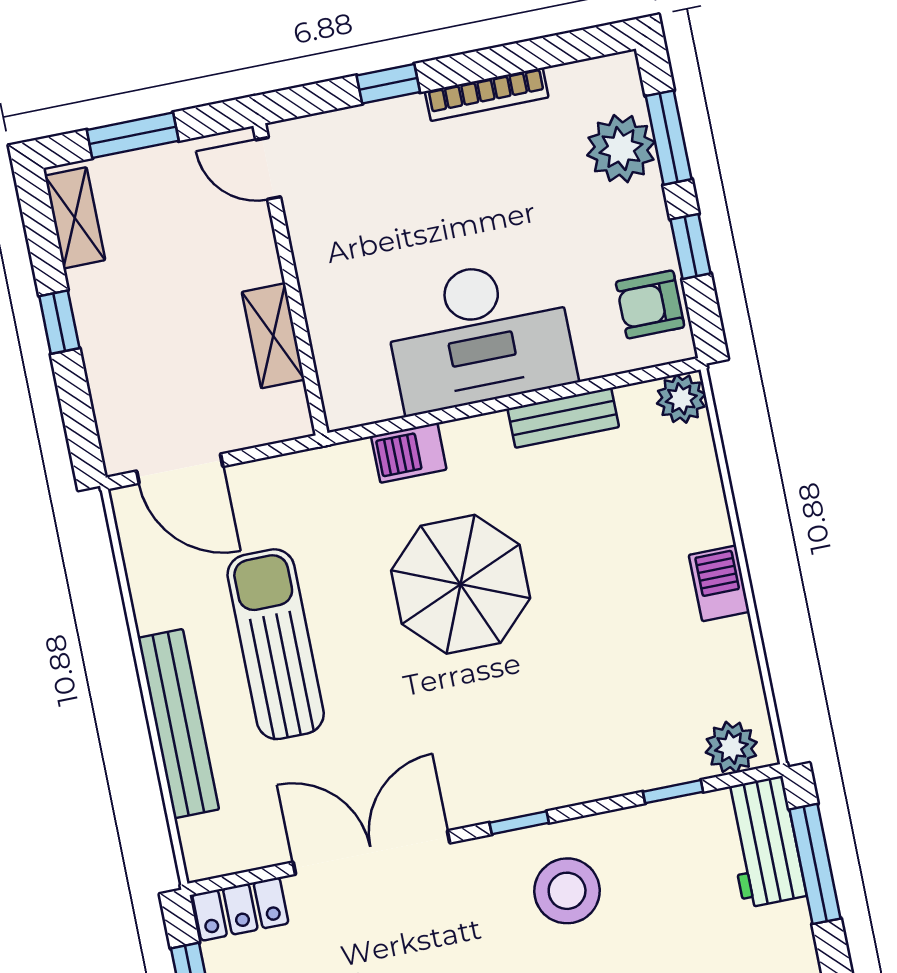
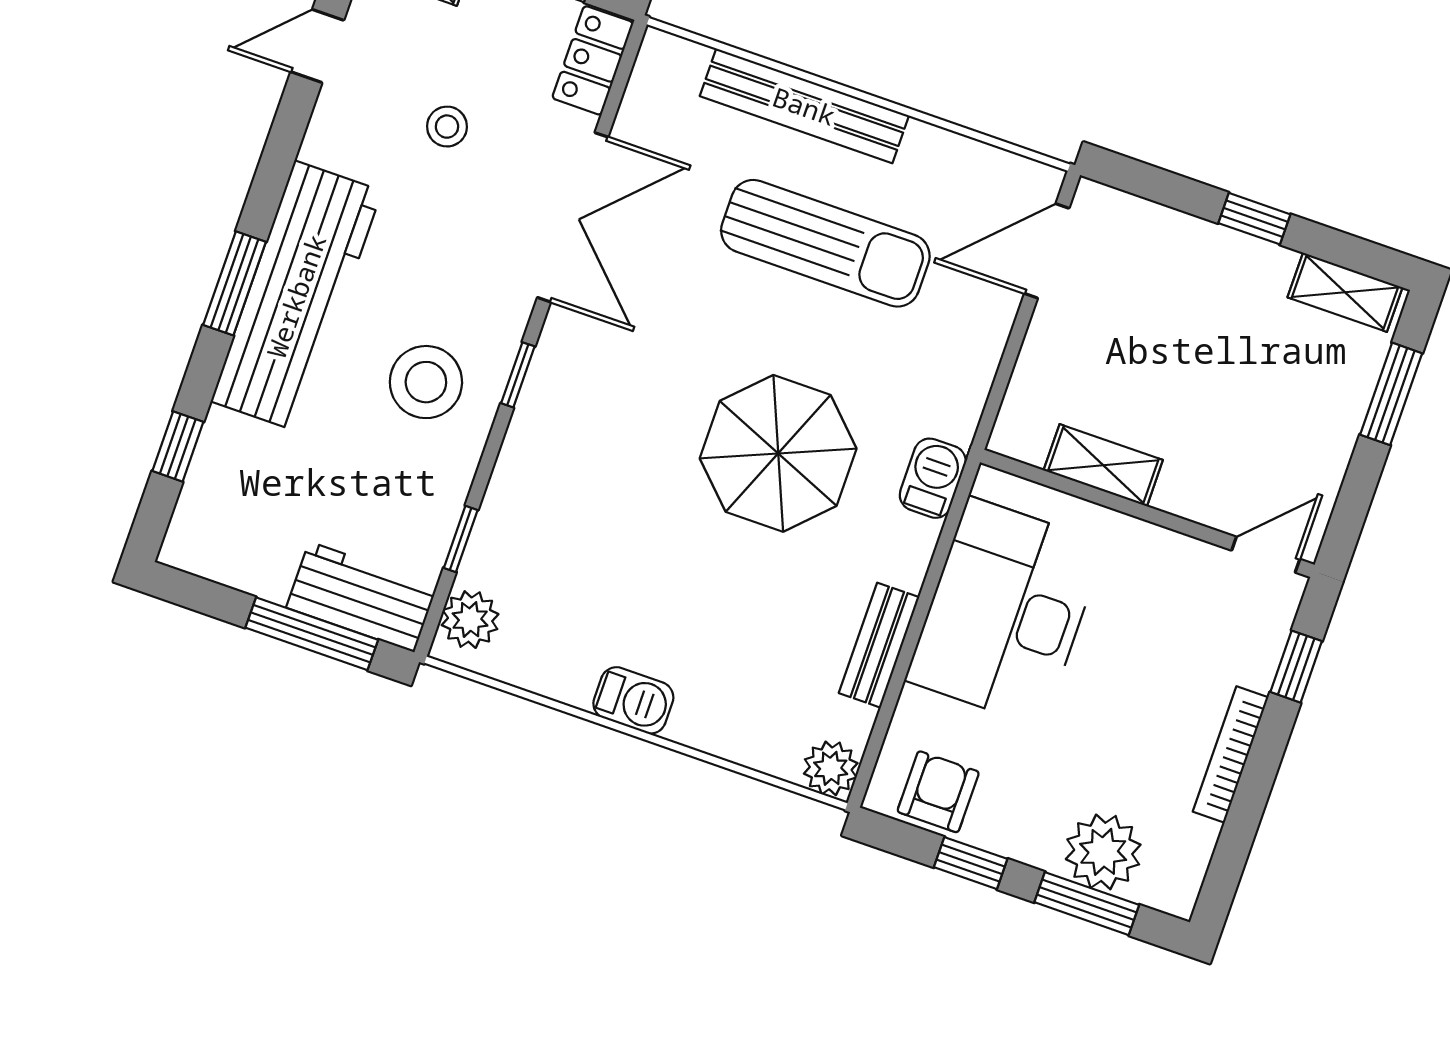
door: (268, 168) -> (1266, 555), moved
wall: (290, 279) -> (1147, 513), moved
shelving: (273, 336) -> (1103, 465), moved

